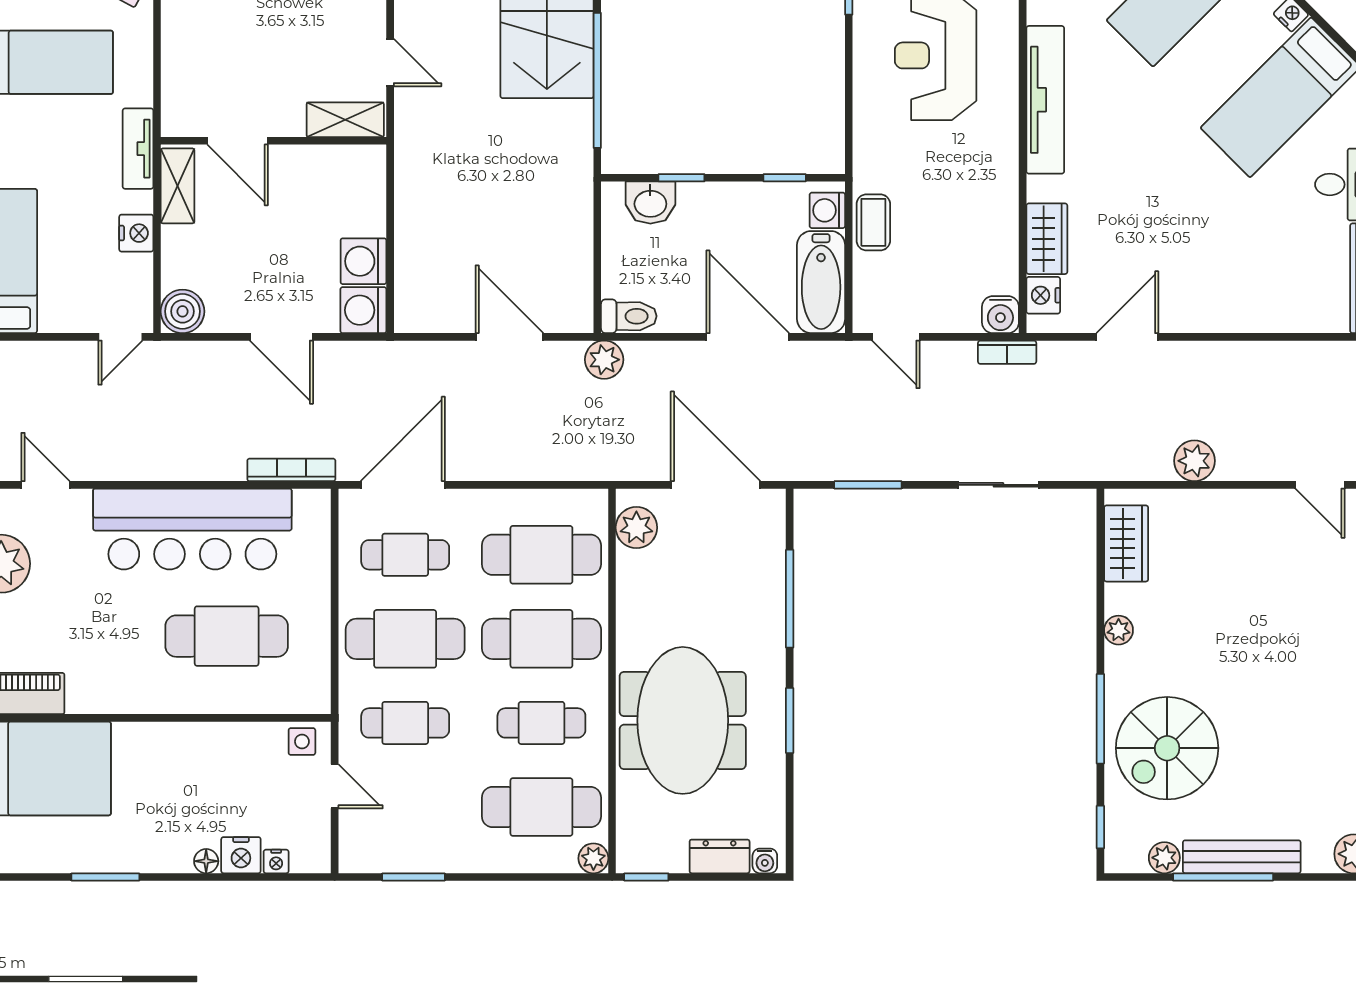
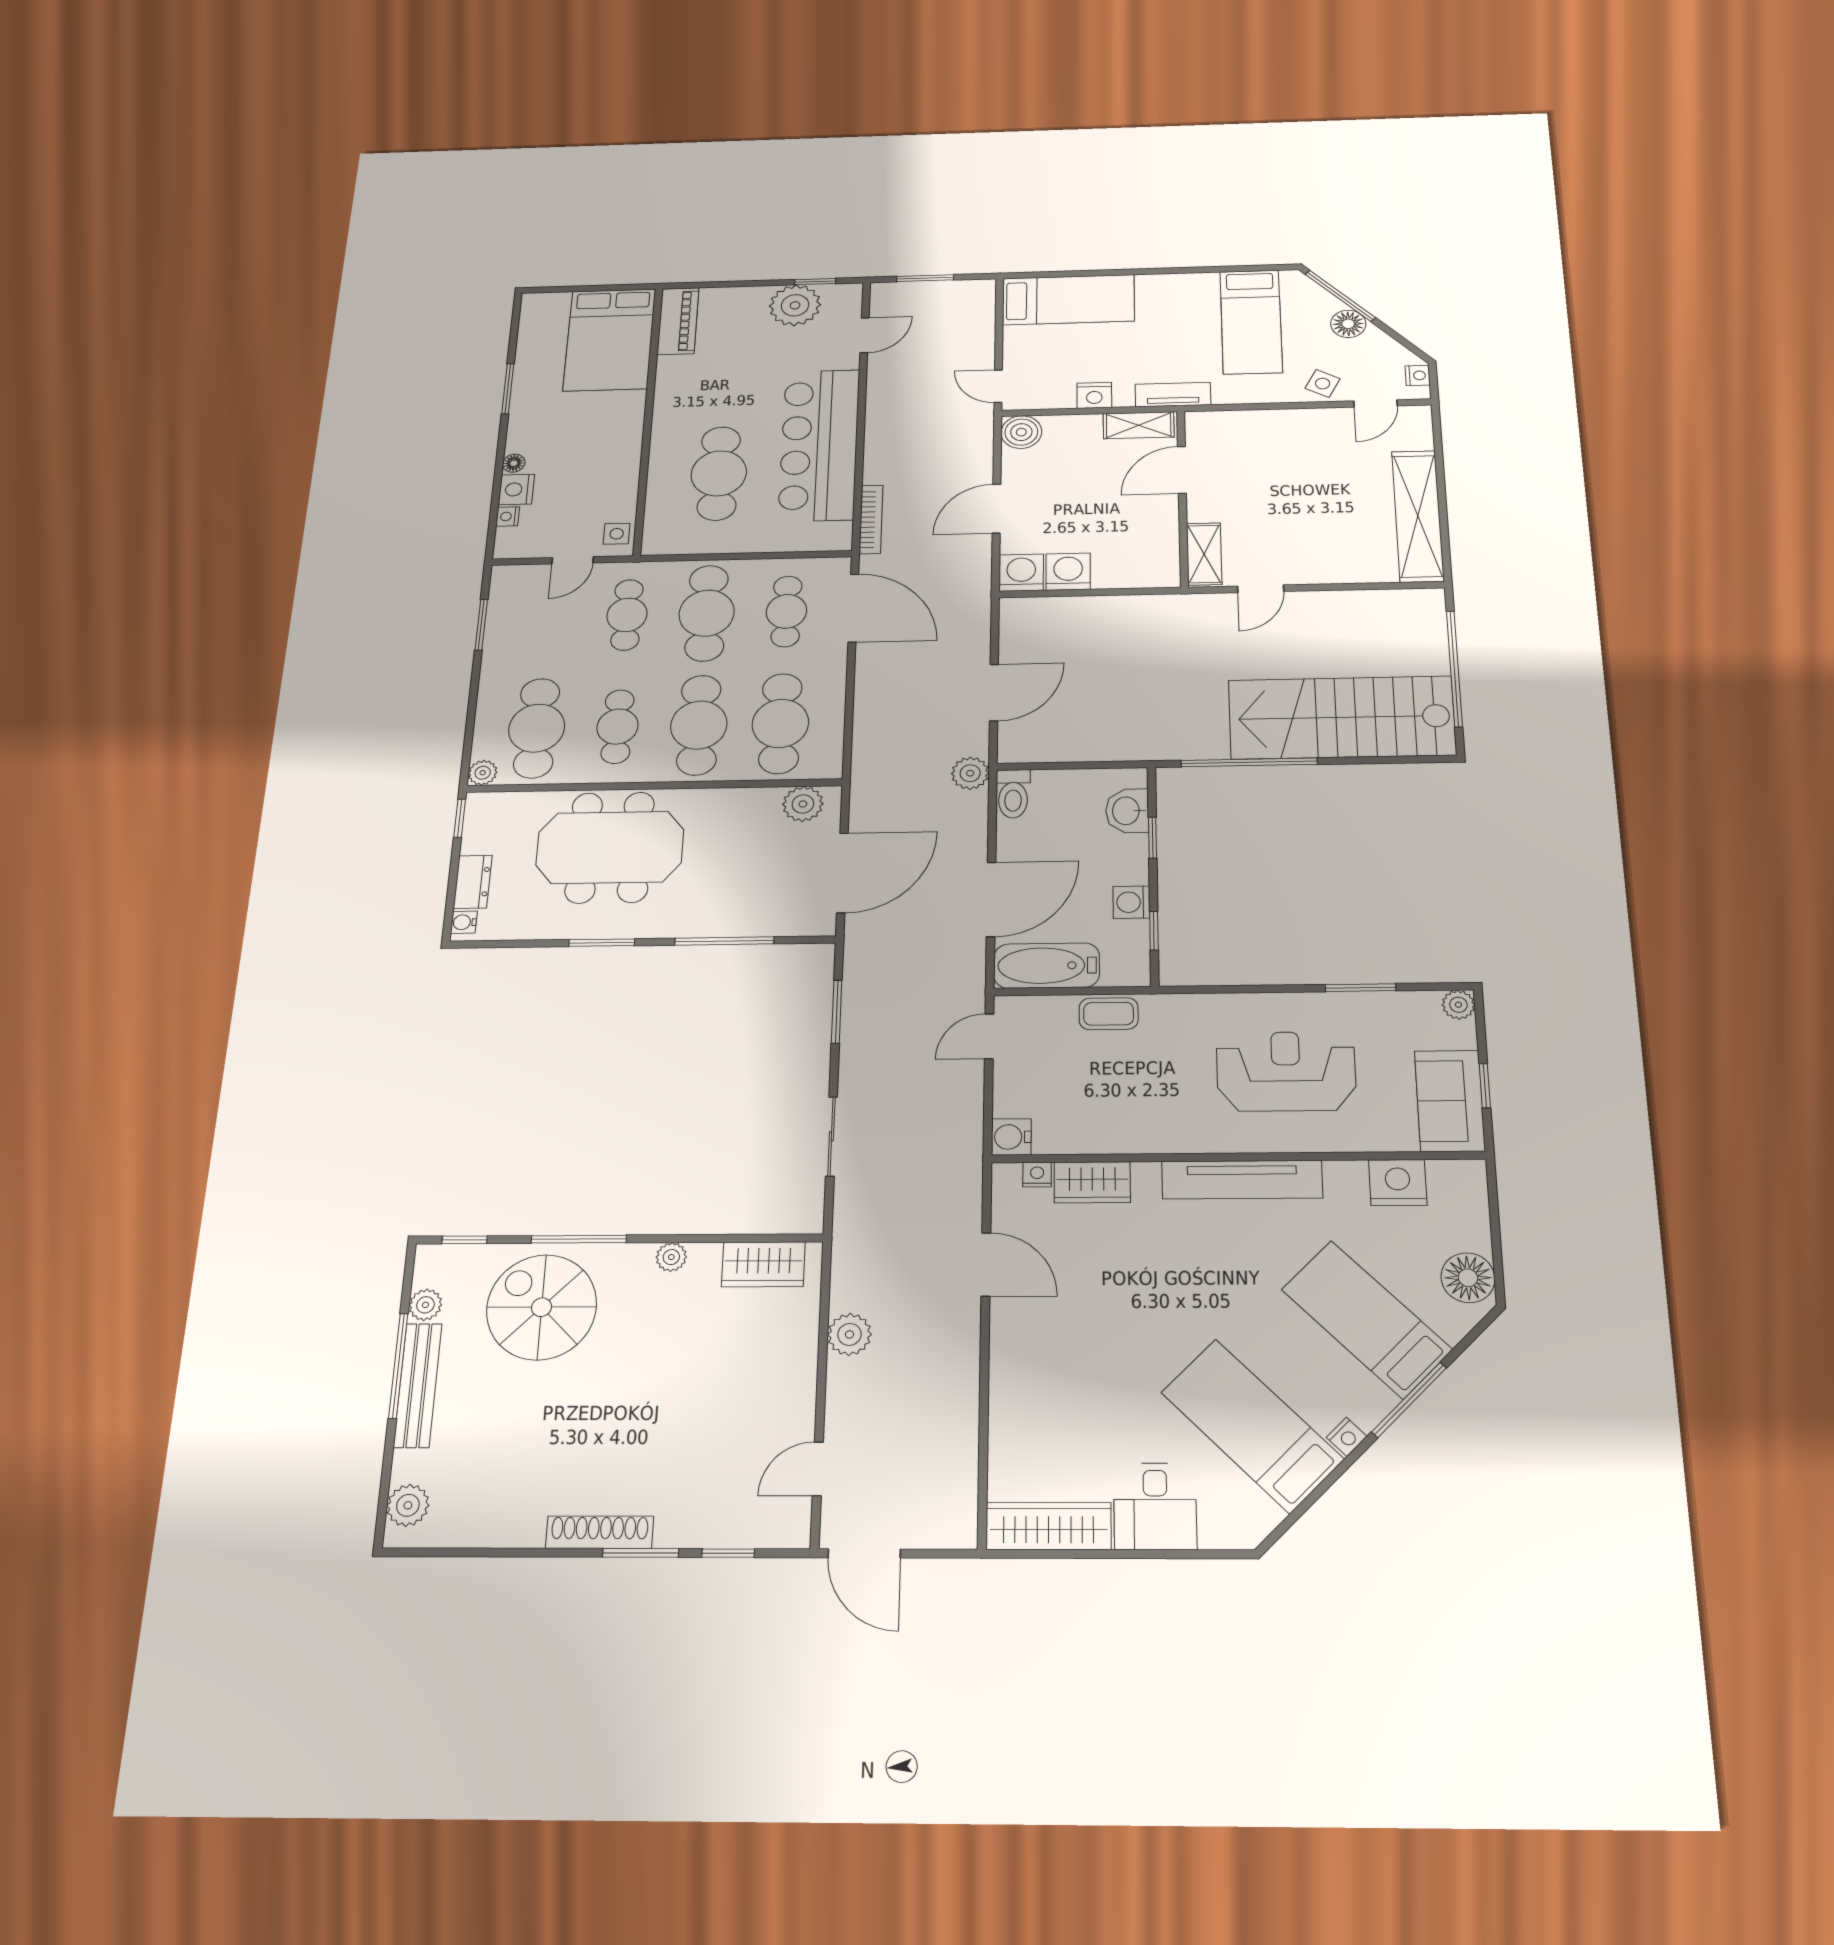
washing machine: (827, 210) -> (1132, 902), moved, turned -90
nightstand: (1043, 295) -> (1037, 1175), width x0.72, depth x0.74
bookcase: (1007, 352) -> (971, 1144), removed

